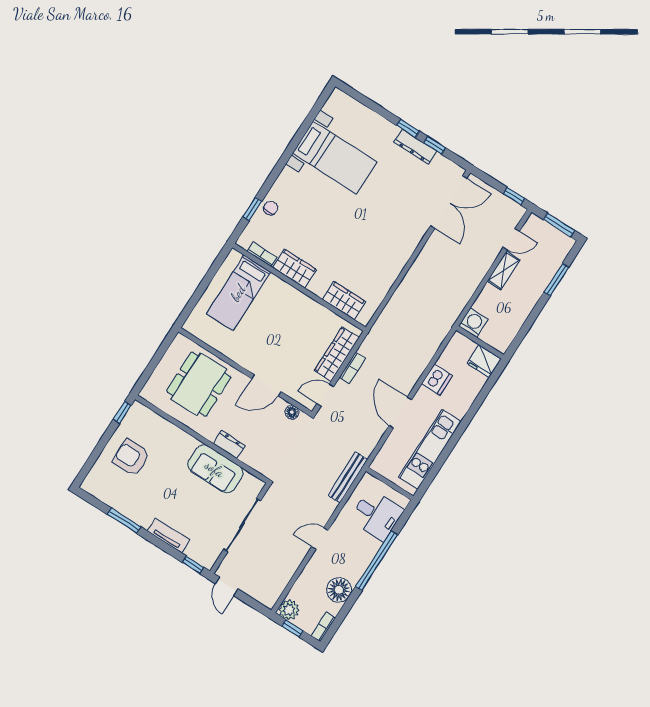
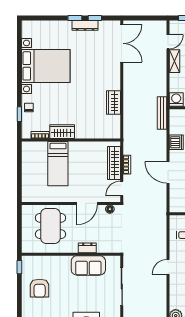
bed with nightstands: (335, 158) -> (46, 66), width x1.36
window: (514, 196) -> (155, 18), removed
bed: (238, 293) -> (58, 164), moved
wardrobe: (344, 301) -> (113, 103), moved, turned -90
armchair: (131, 457) -> (40, 288), turned -90
bench: (348, 477) -> (162, 113), moved

